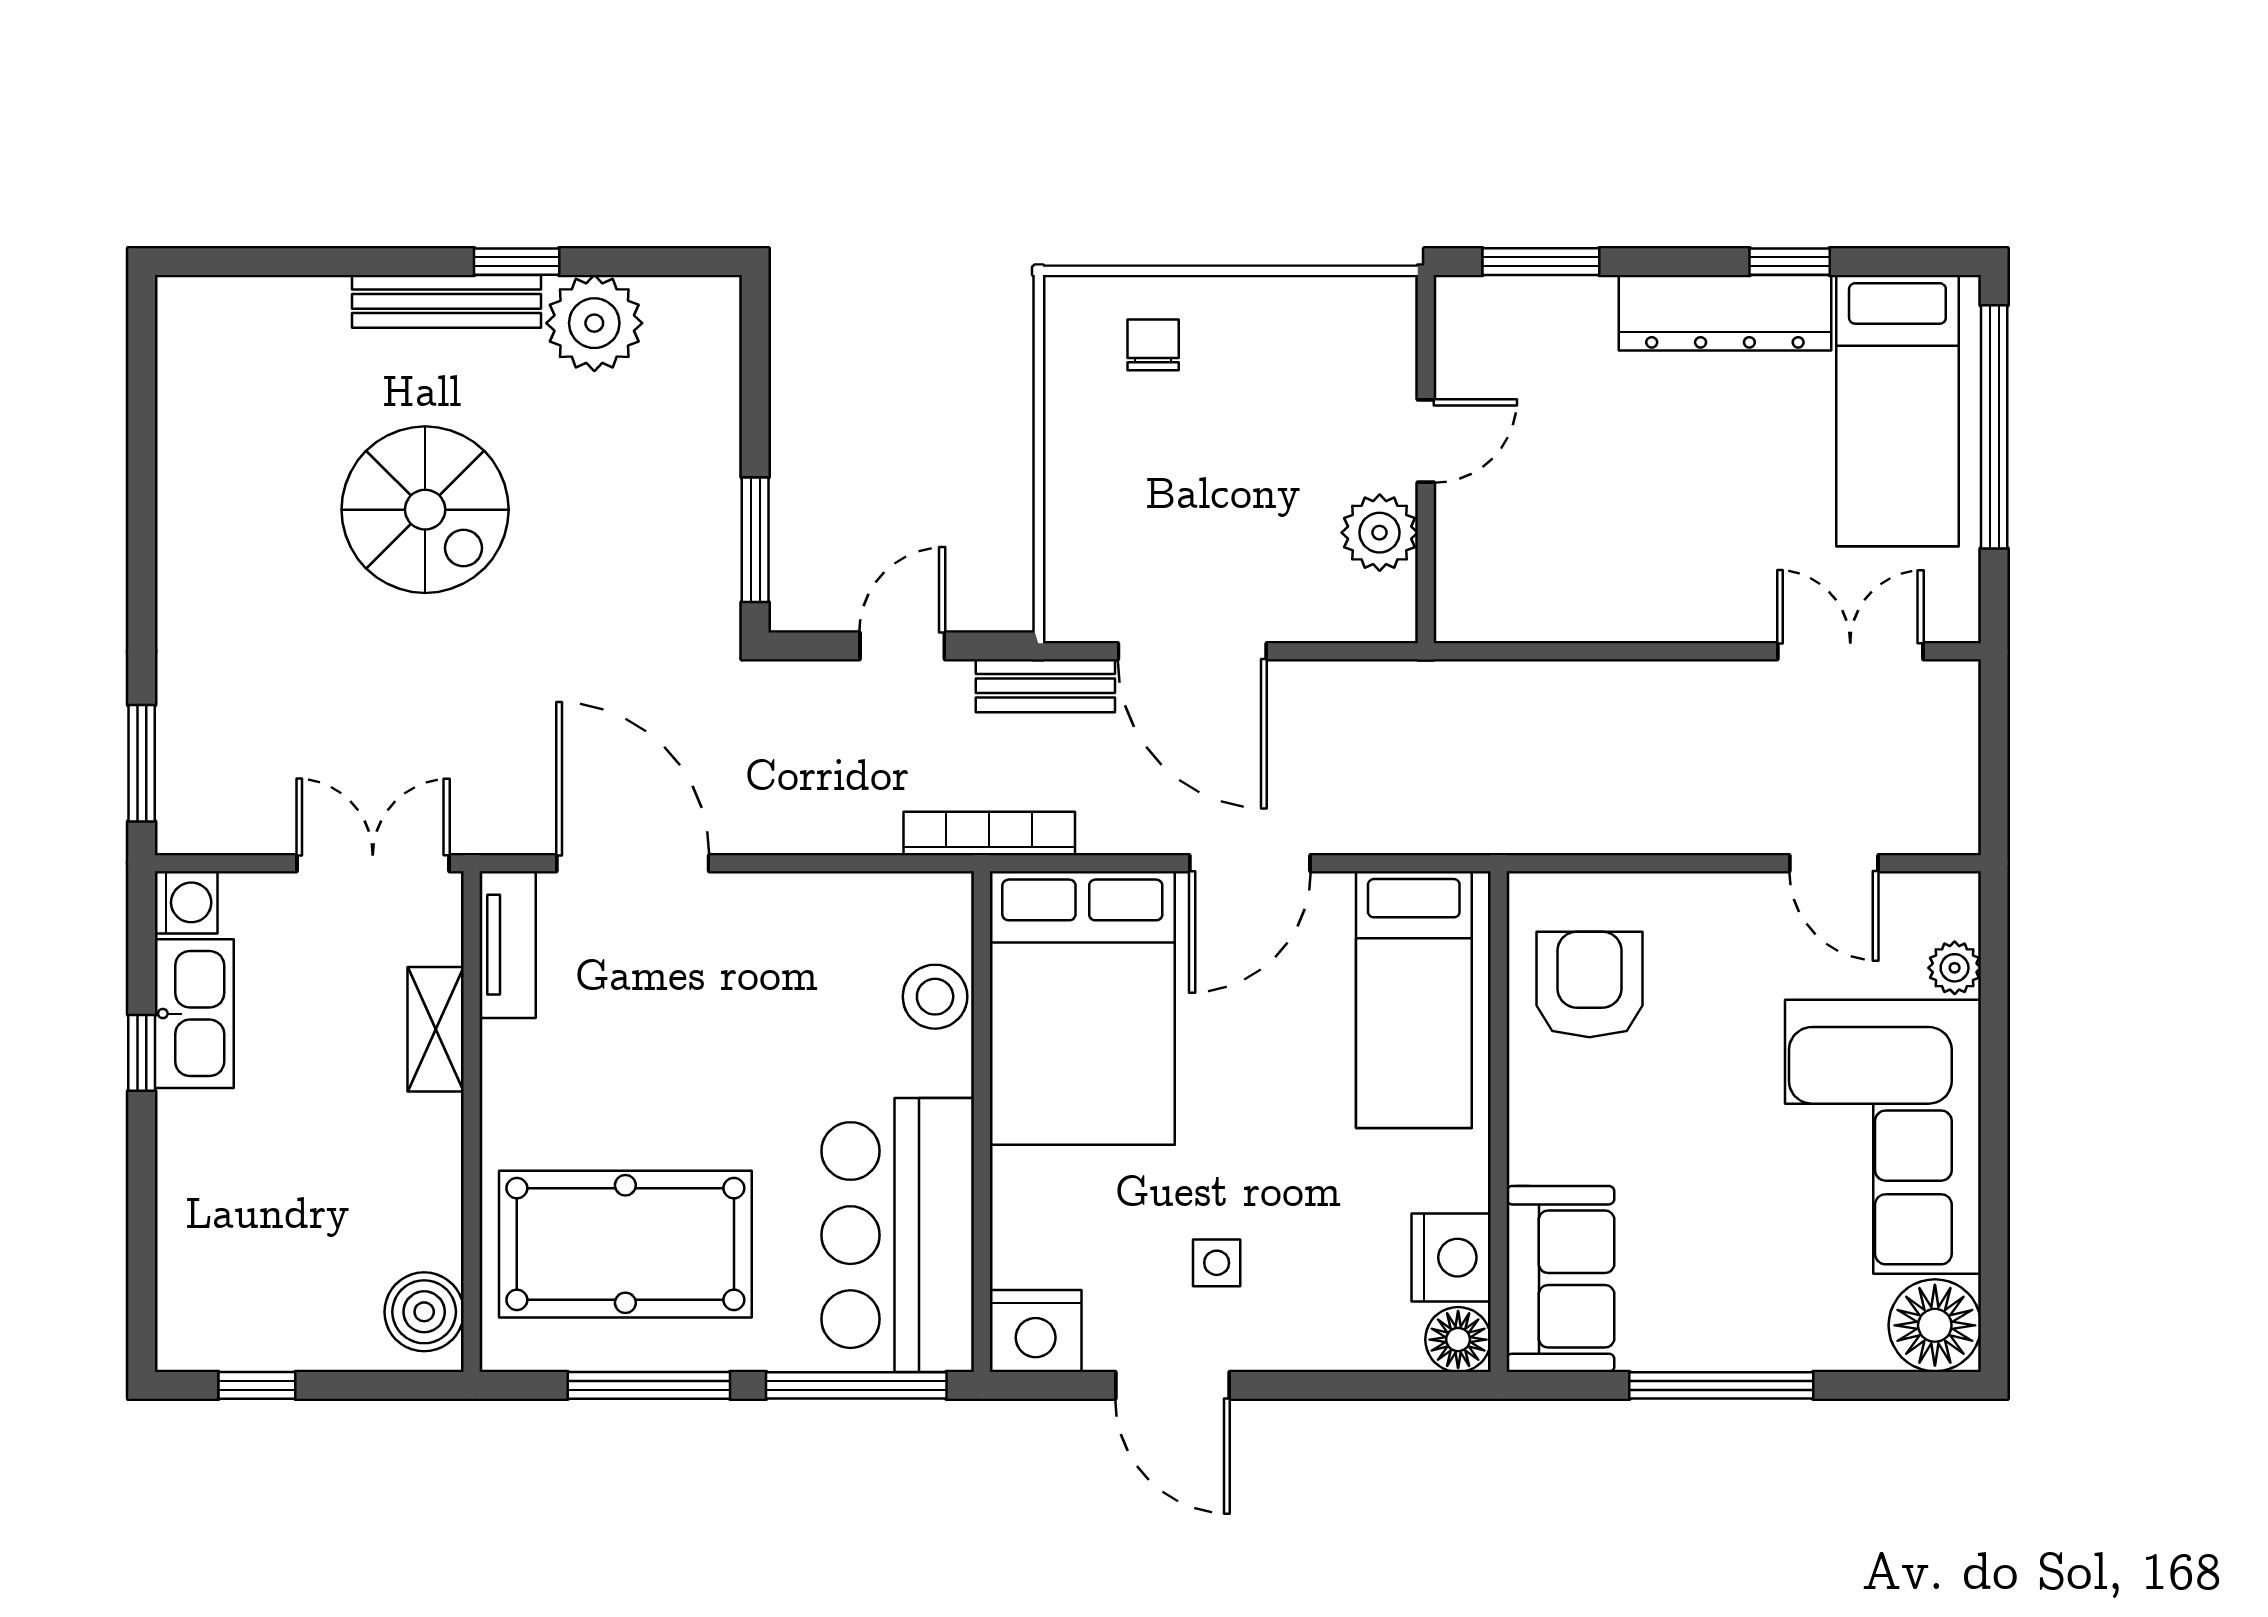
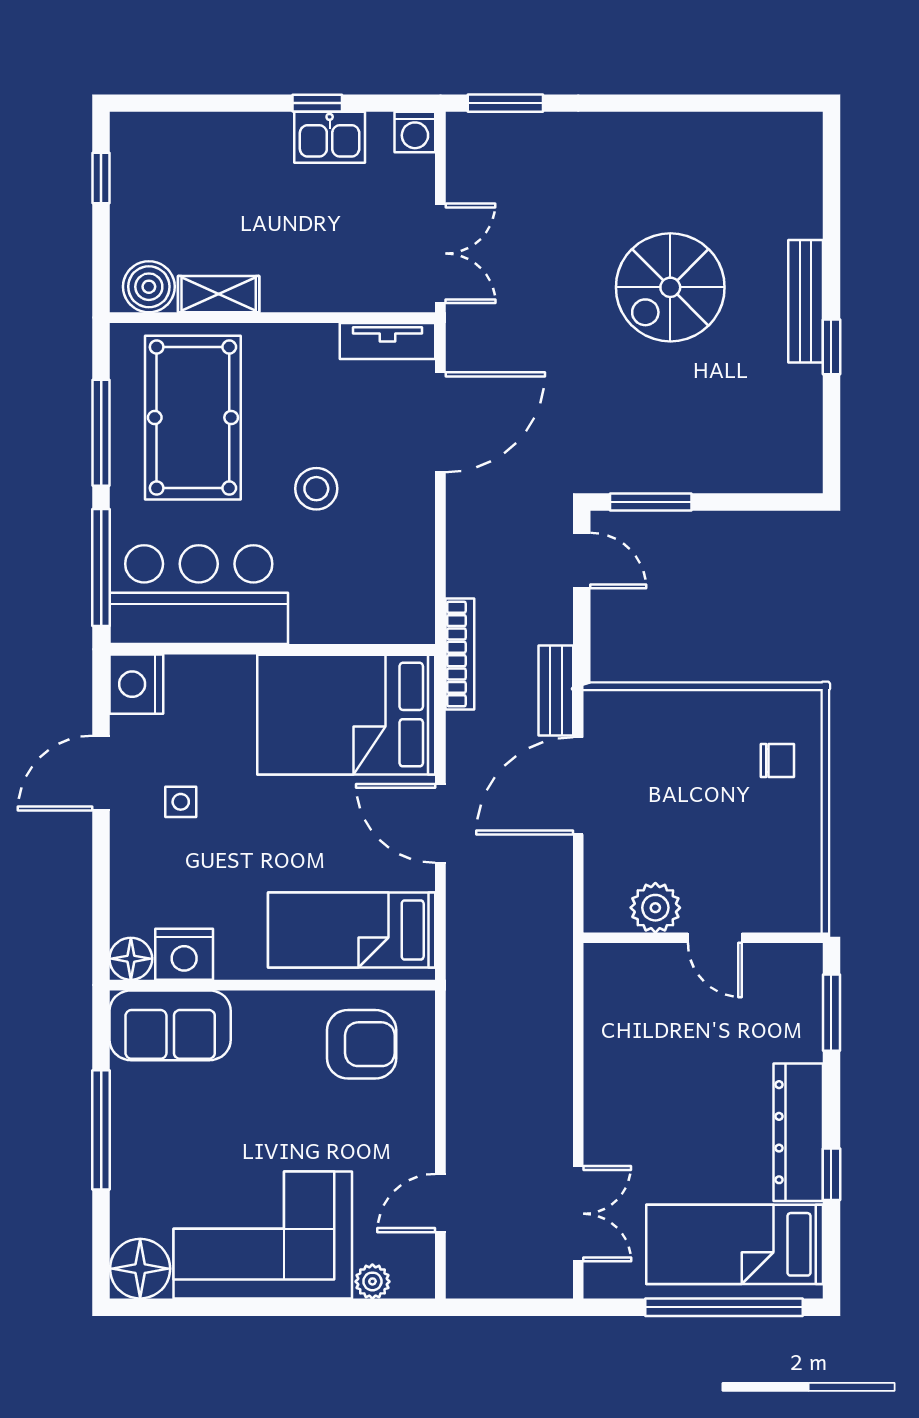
plant: (594, 323) -> (792, 397), removed
door: (902, 646) -> (582, 560), moved
stool: (935, 997) -> (316, 489), moved
kitchen sink: (194, 1014) -> (330, 137), width x0.73
shelving: (436, 1029) -> (219, 294), moved

